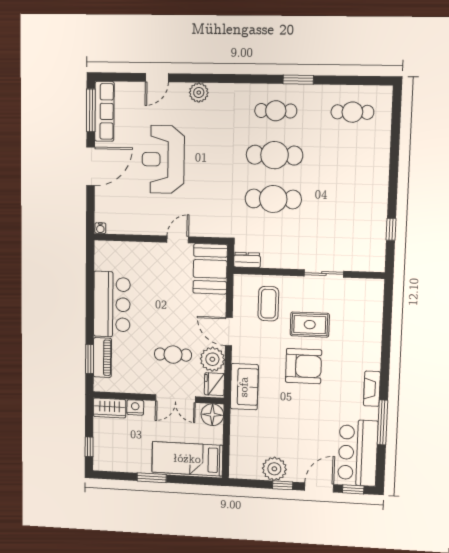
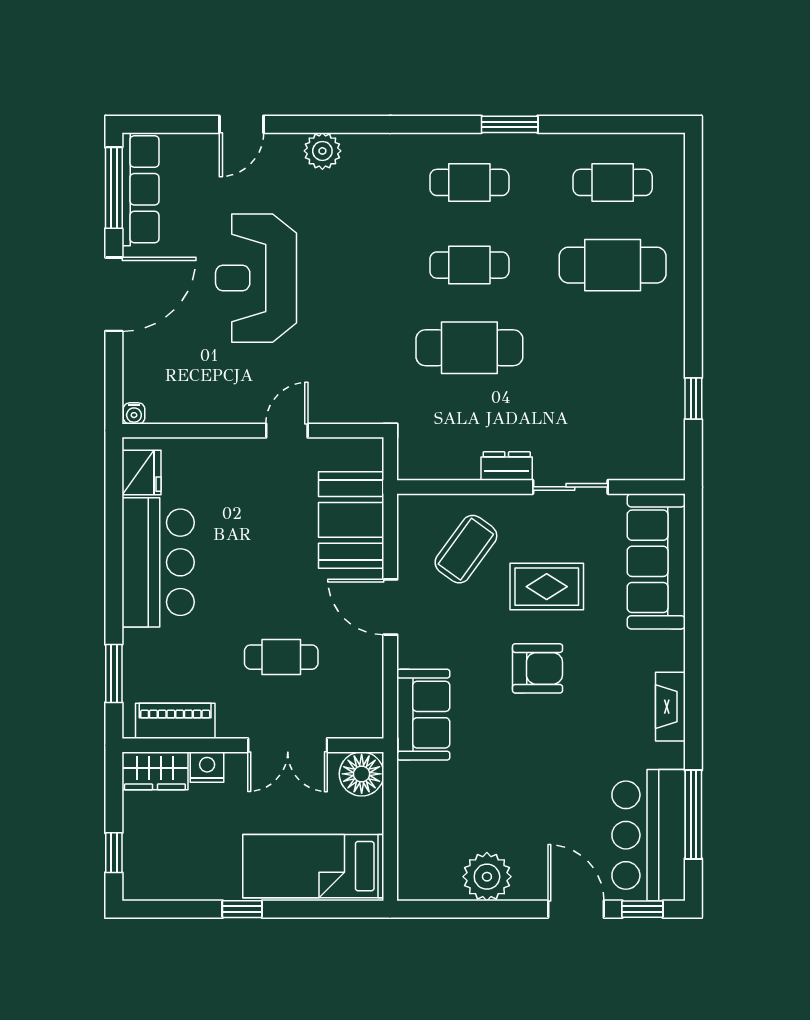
cafe table: (275, 155) -> (469, 265), width x0.73, depth x0.74
cafe table: (351, 157) -> (613, 265), added
dresser: (247, 260) -> (507, 466), moved
booth: (210, 269) -> (351, 520), moved
coffee table: (268, 304) -> (466, 549), turned 36
sofa: (368, 314) -> (656, 561), added
piano: (102, 358) -> (175, 721), moved, turned -90
plant: (212, 359) -> (359, 663), removed
armchair: (304, 366) -> (538, 668), width x0.73, depth x0.73
fridge: (214, 384) -> (141, 472), moved, turned 180
window: (383, 422) -> (693, 814), moved
window: (152, 478) -> (242, 909), width x0.67
window: (283, 485) -> (504, 909), removed
door: (319, 487) -> (576, 909), hinge flipped

